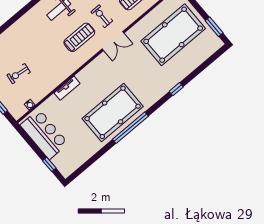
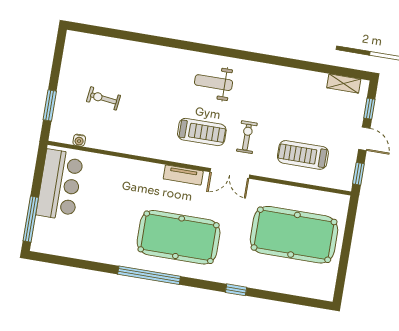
window: (214, 27) -> (342, 273), removed
tv unit: (67, 88) -> (183, 175), moved
pool table: (113, 112) -> (179, 237), moved
window: (49, 164) -> (31, 219), width x2.17

